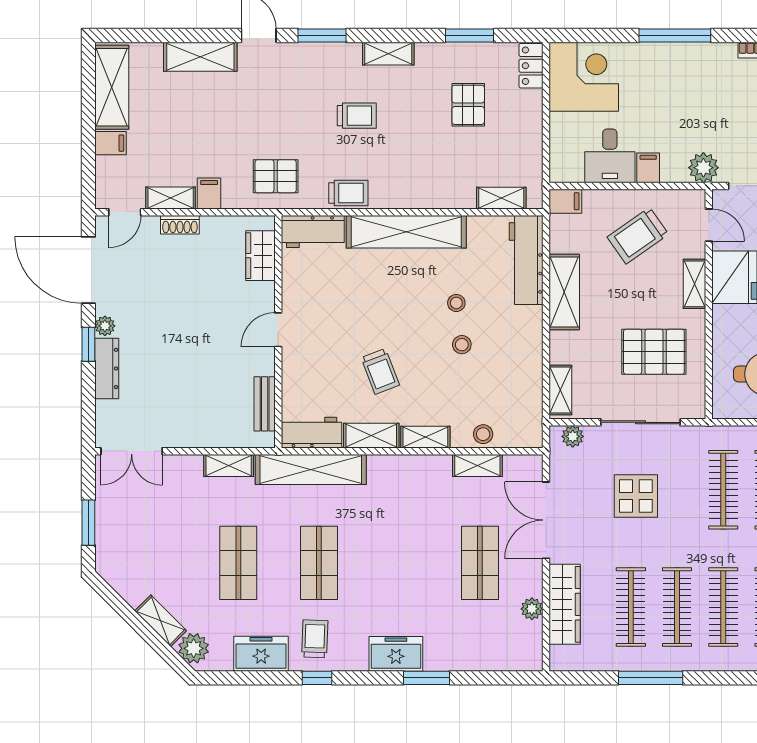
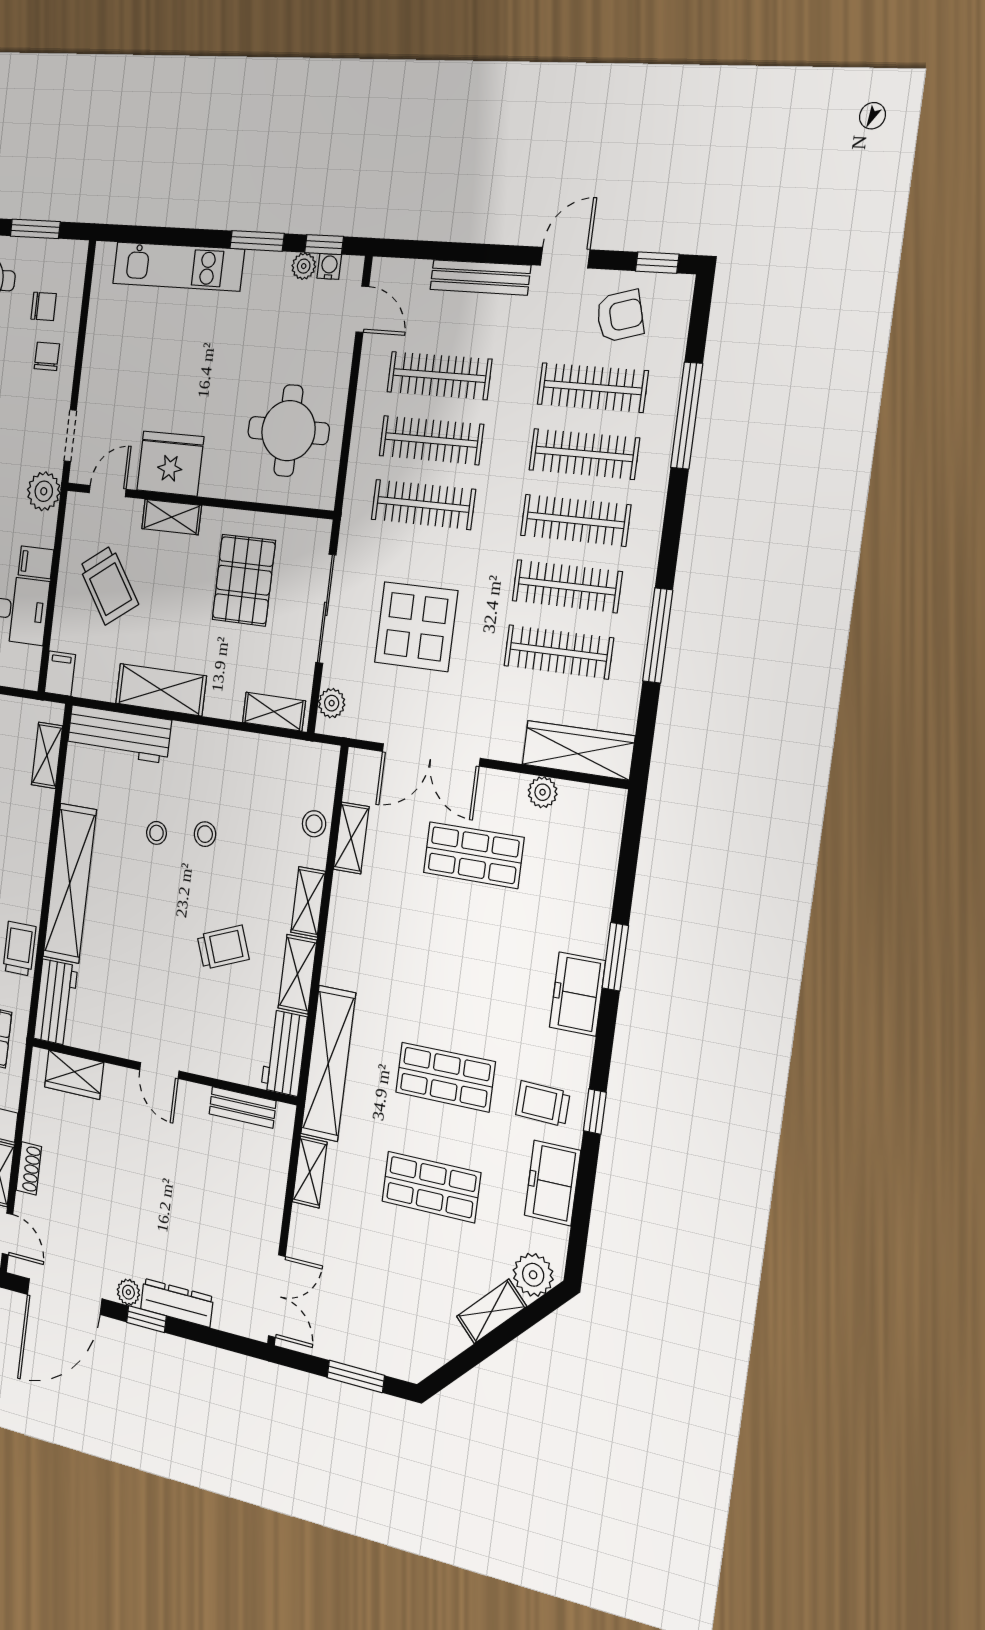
display table: (636, 496) -> (416, 627), width x1.36, depth x1.36
wardrobe: (565, 604) -> (578, 750), moved

